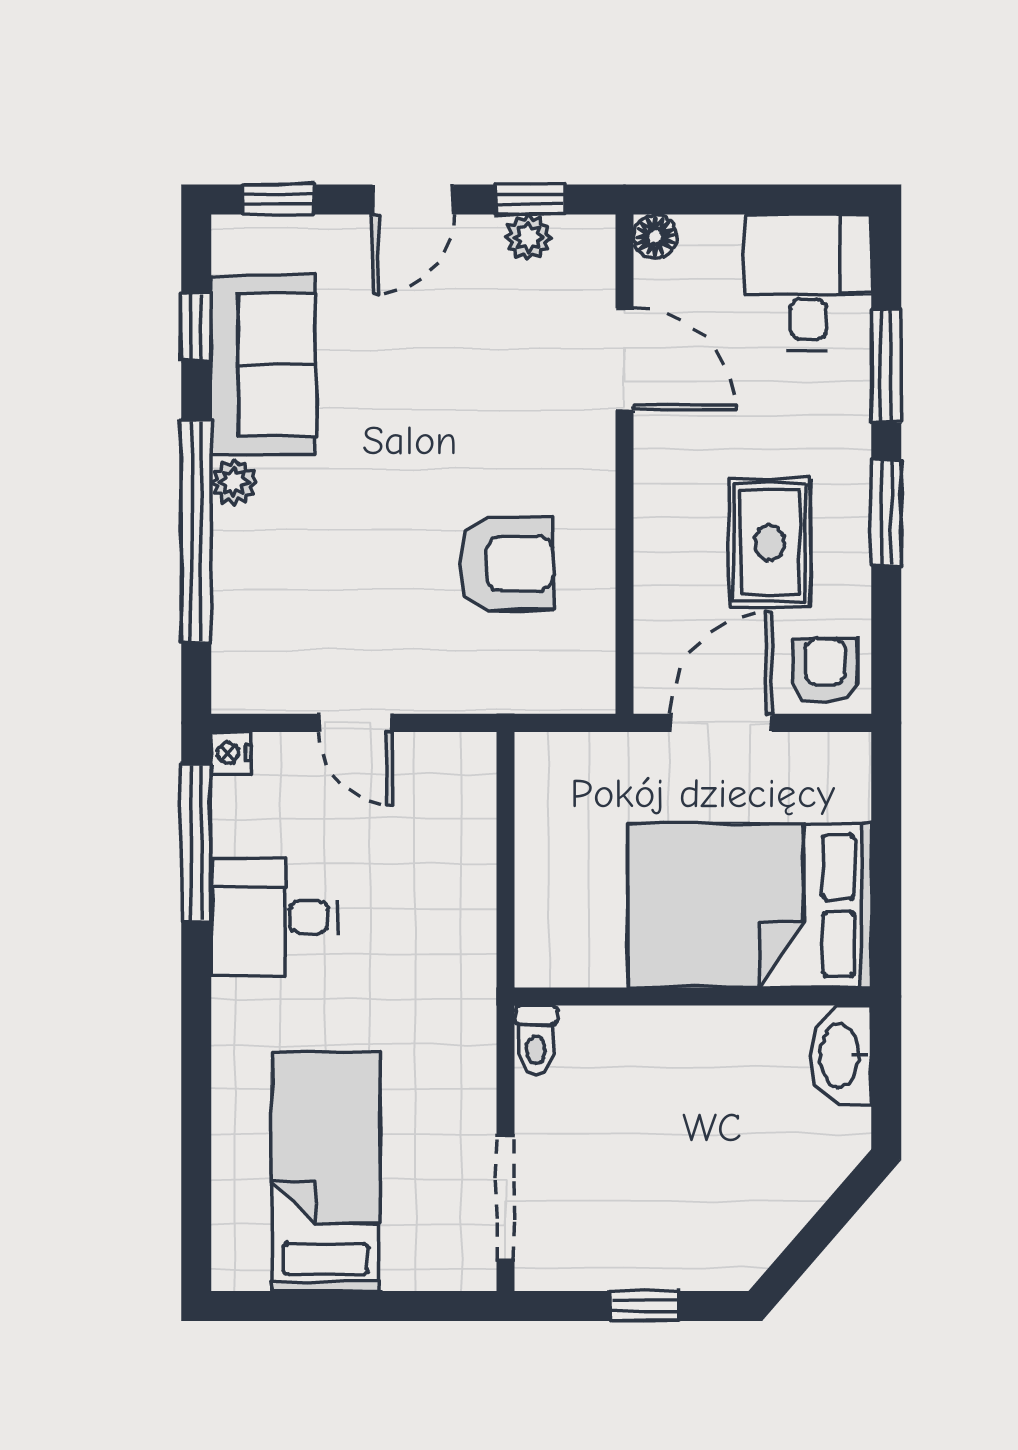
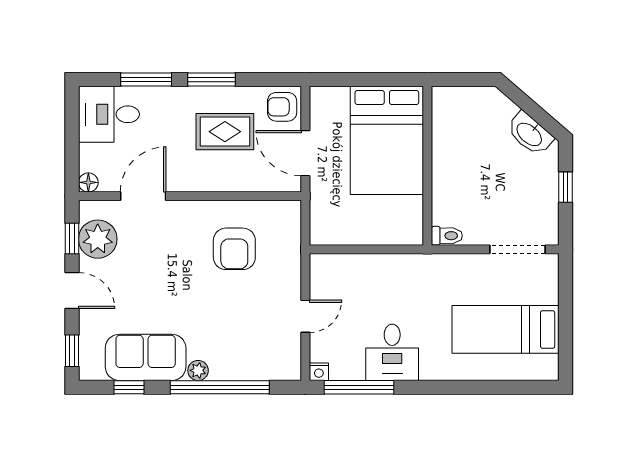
plant: (528, 237) -> (98, 239), width x1.88, depth x1.88
armchair: (506, 564) -> (234, 249), turned 180
washbasin: (841, 1055) -> (530, 134), moved, turned 41

